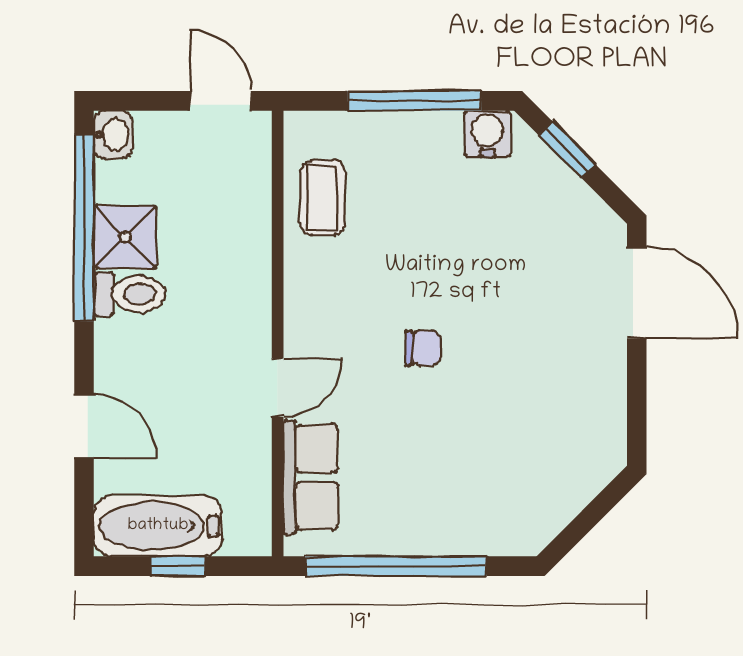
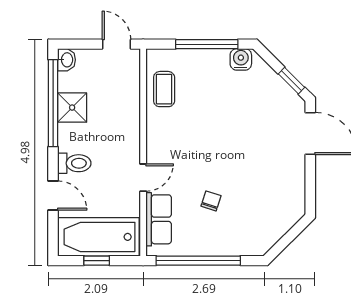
window: (567, 150) -> (291, 81), moved
toilet: (130, 294) -> (74, 163), moved
chair: (423, 348) -> (211, 201), moved, turned -72
bathtub: (158, 526) -> (98, 237), width x1.36, depth x1.36

